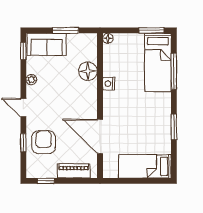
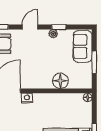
window: (23, 51) -> (59, 27), moved
nightstand: (109, 84) -> (27, 98), moved

